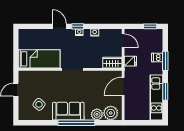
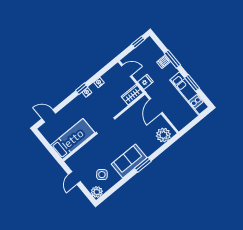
door: (59, 26) -> (49, 116), moved
plant: (97, 114) -> (97, 192), moved
window: (76, 123) -> (143, 165), width x0.47

